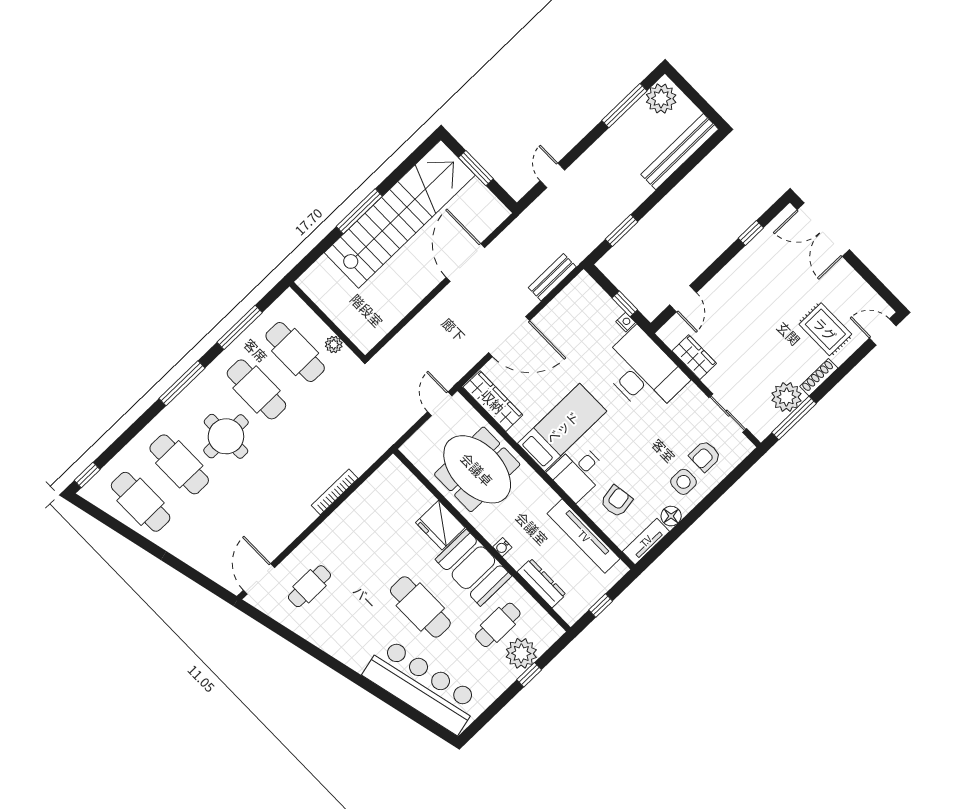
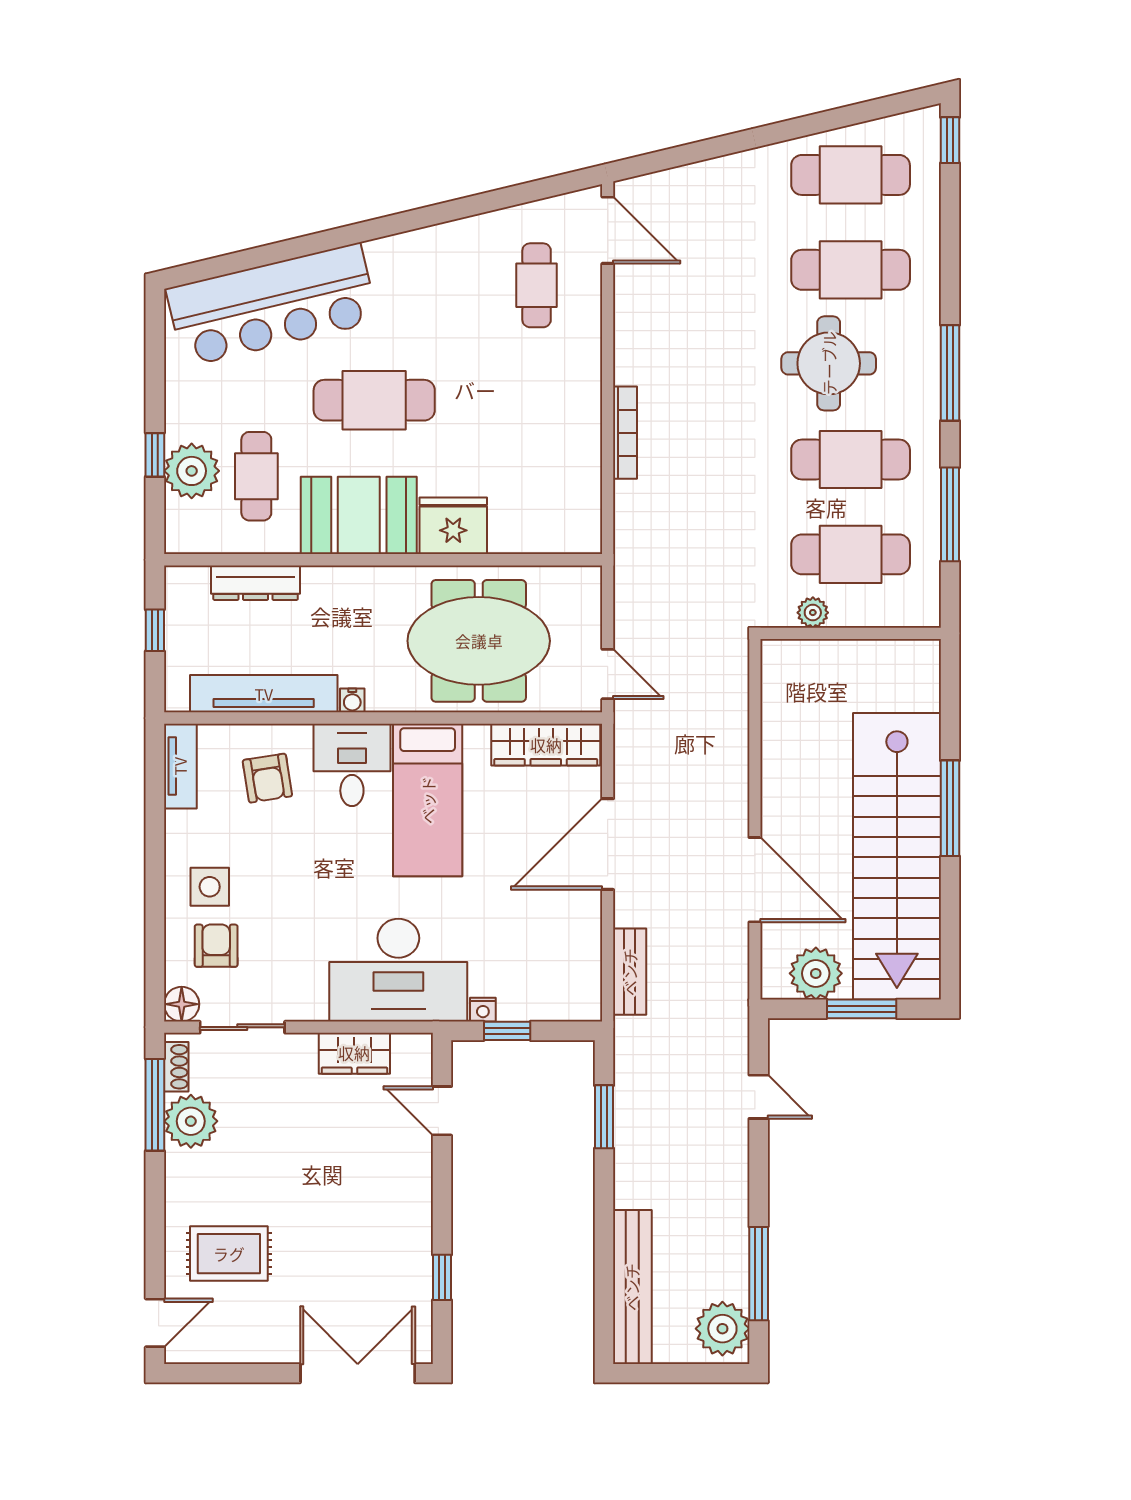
plant: (480, 201) -> (816, 973), added
shoe rack: (819, 377) -> (176, 1067), moved, width x0.70
floor lamp: (671, 516) -> (182, 1004), moved
water cooler: (502, 547) -> (352, 700), moved, turned 180

